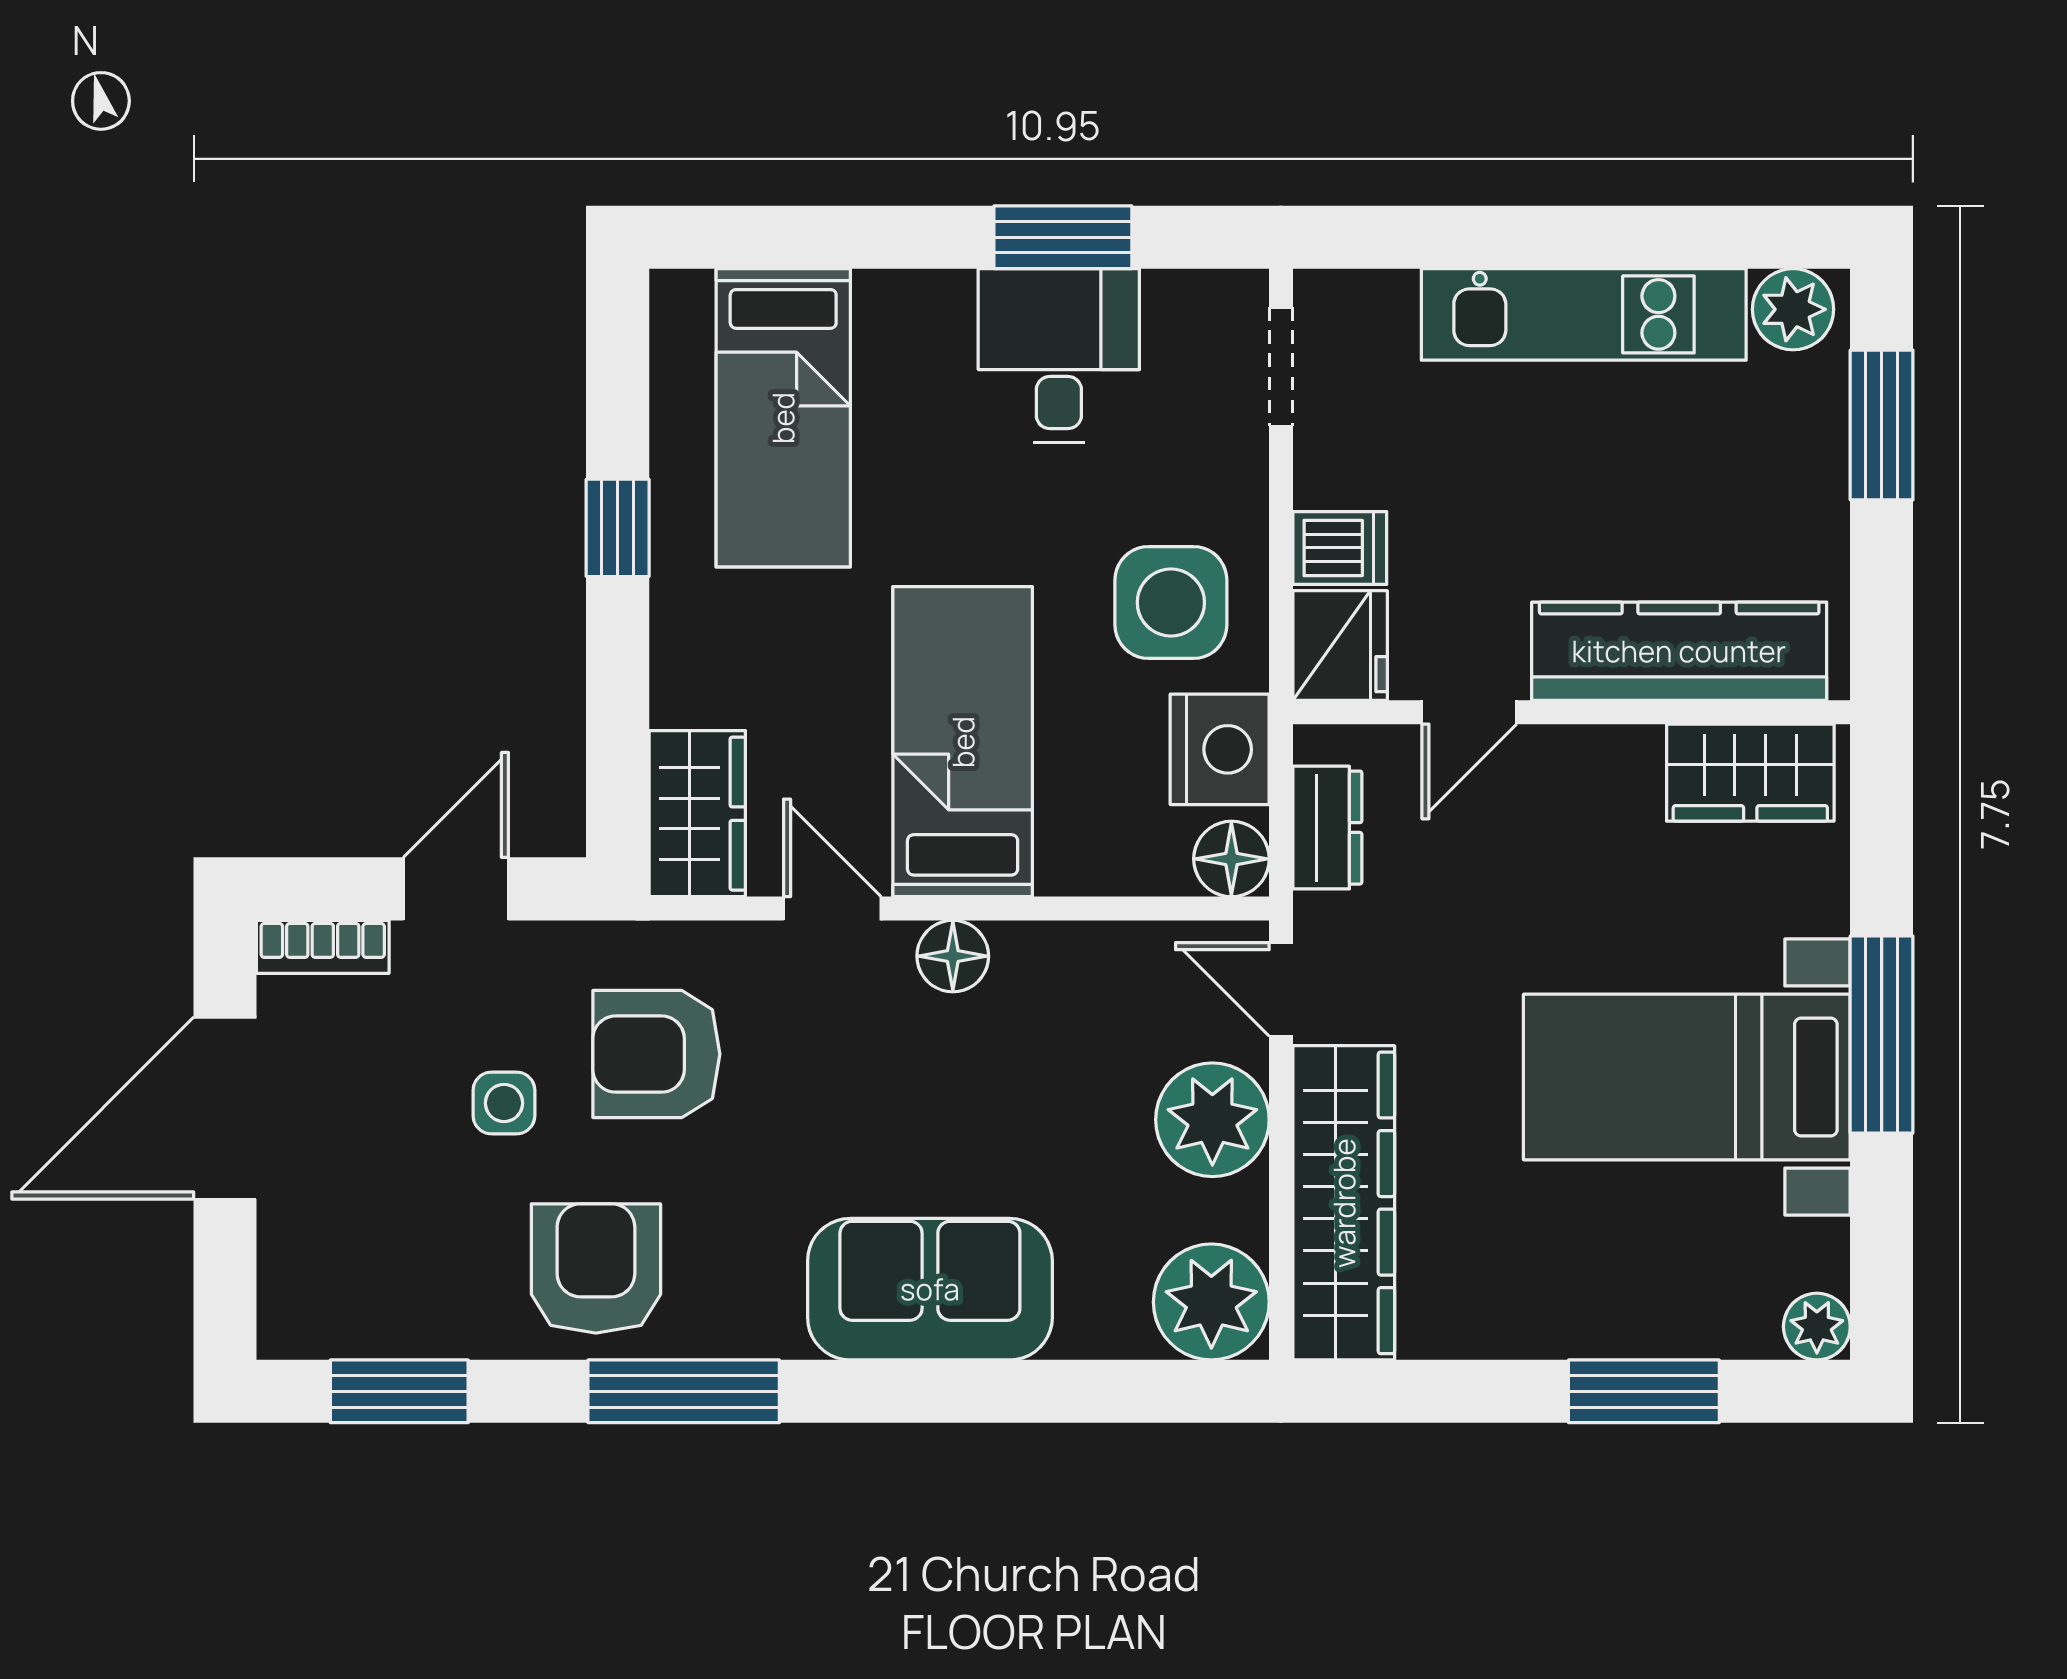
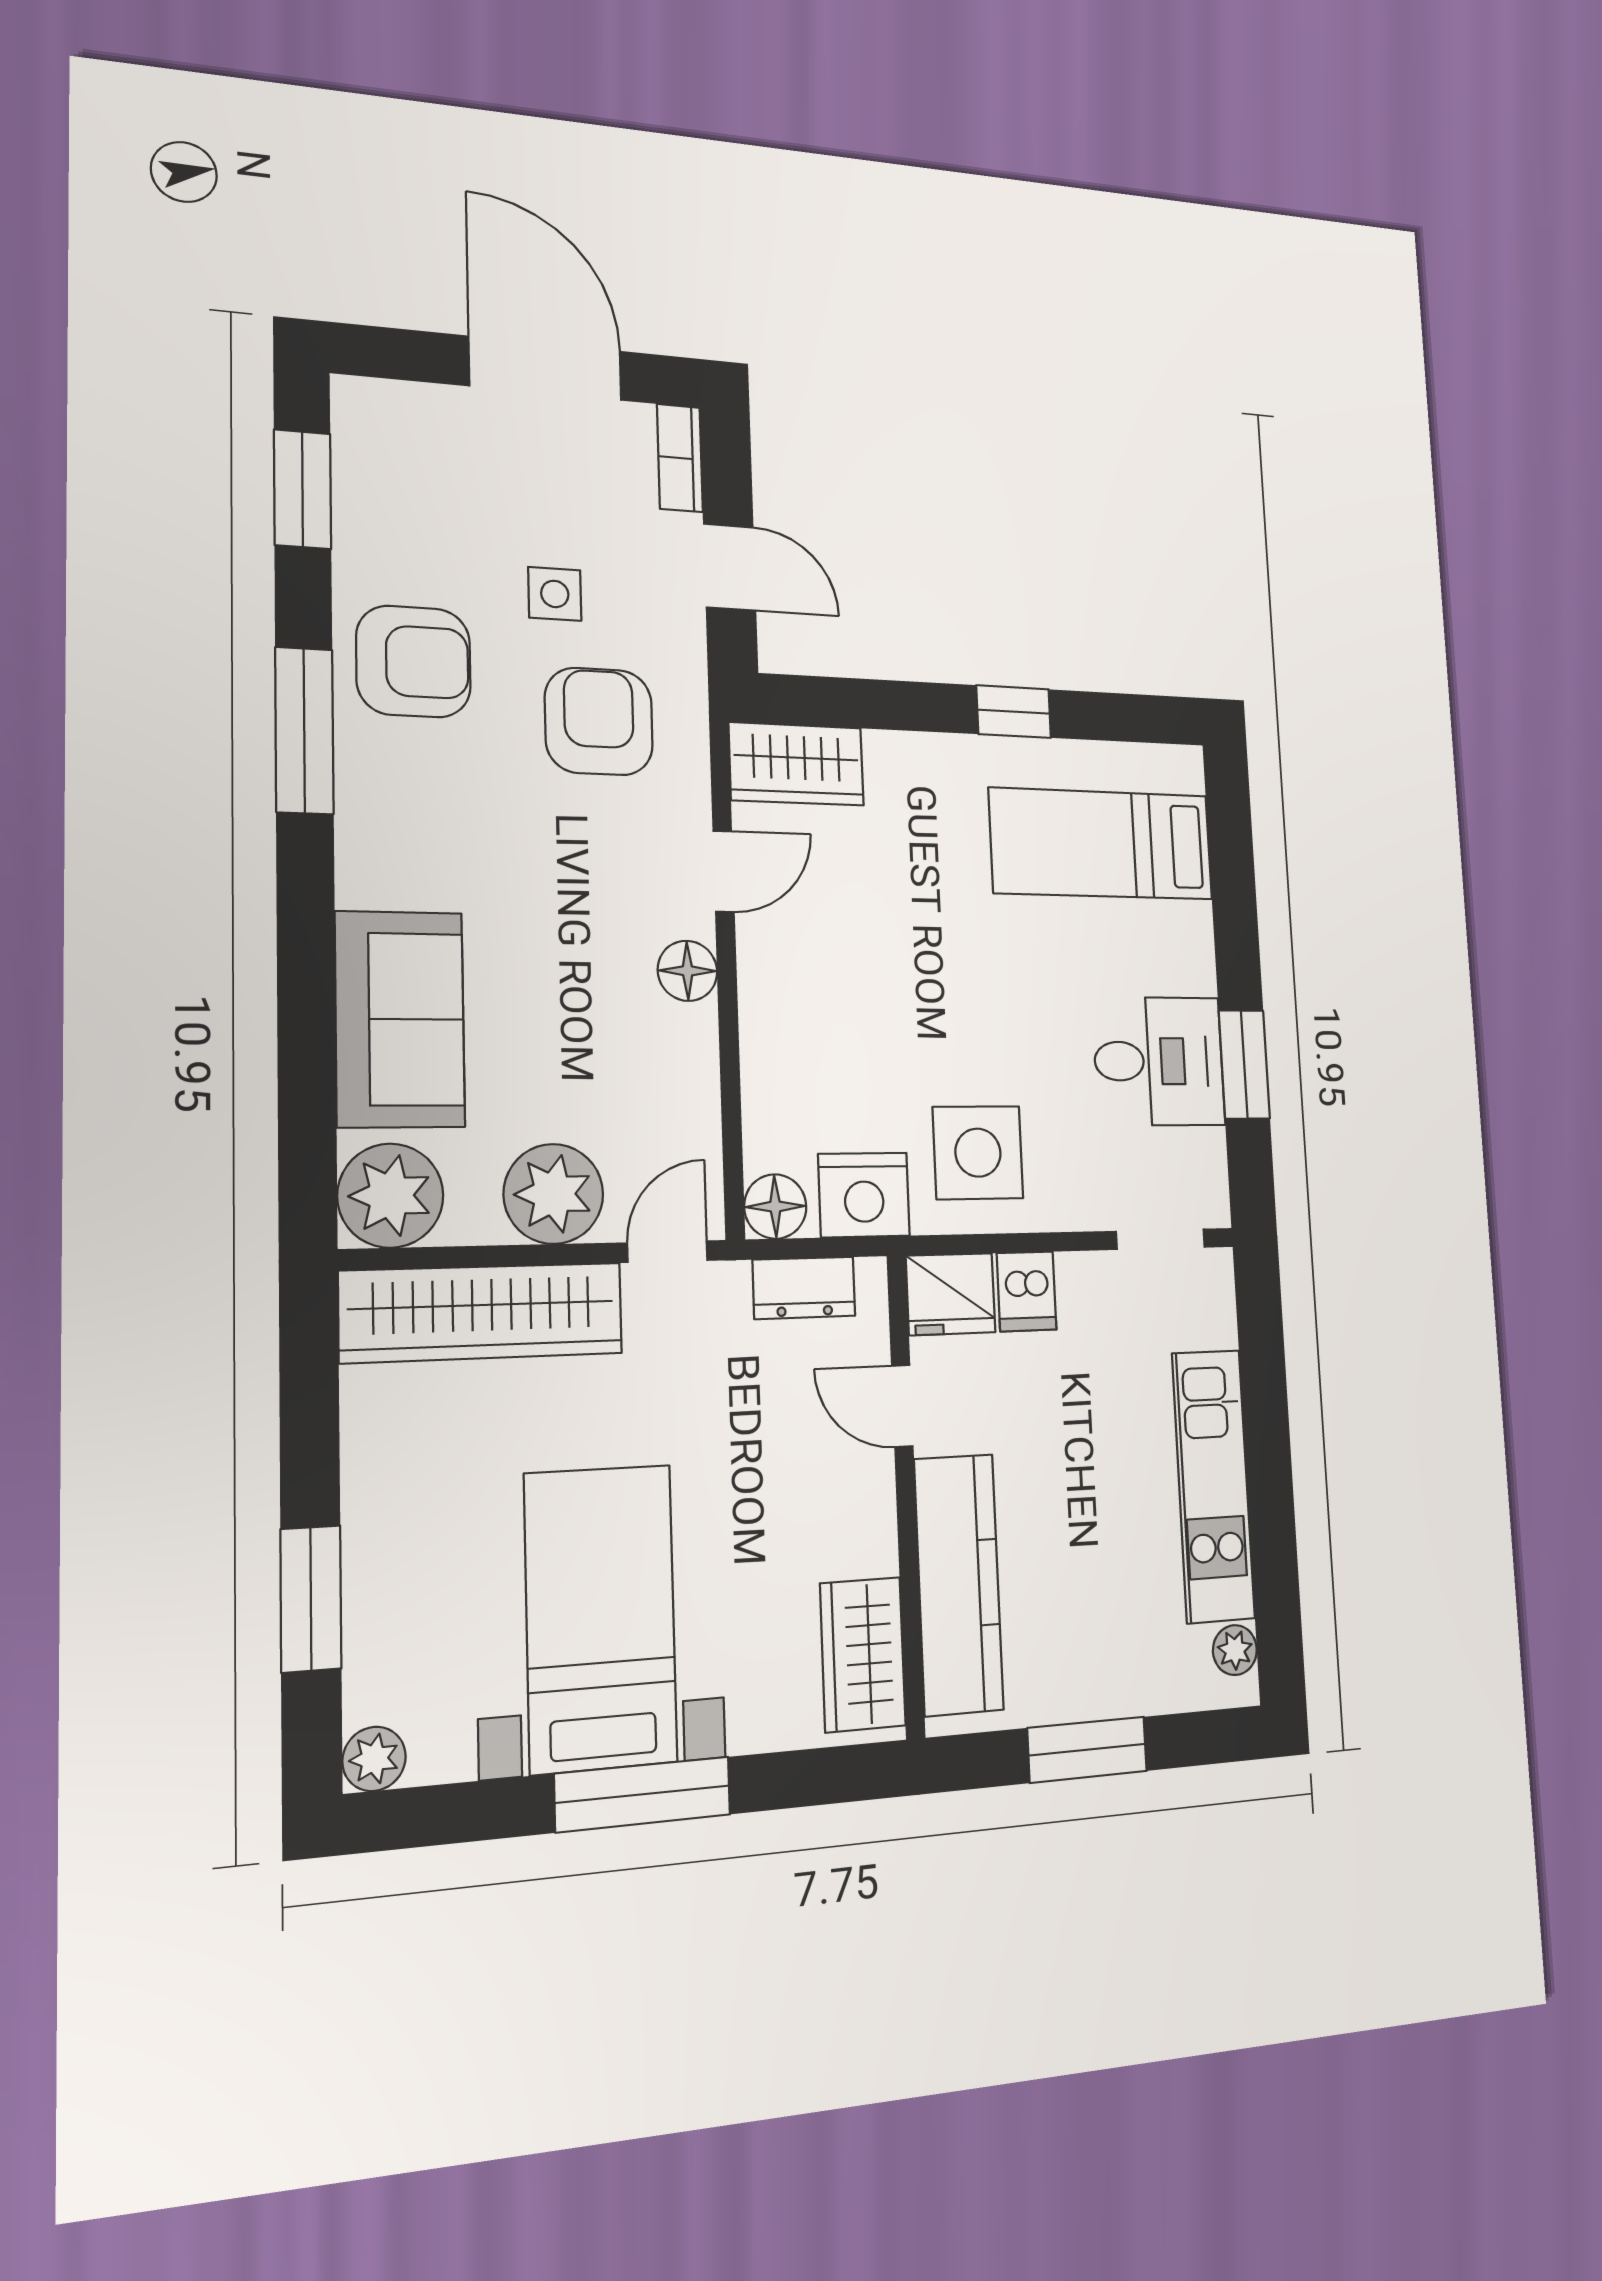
plant: (1793, 309) -> (1235, 1650), width x0.73, depth x0.73
window: (1882, 425) -> (1087, 1750), moved
bed: (963, 742) -> (862, 981), removed
sofa: (930, 1289) -> (400, 1019), moved

